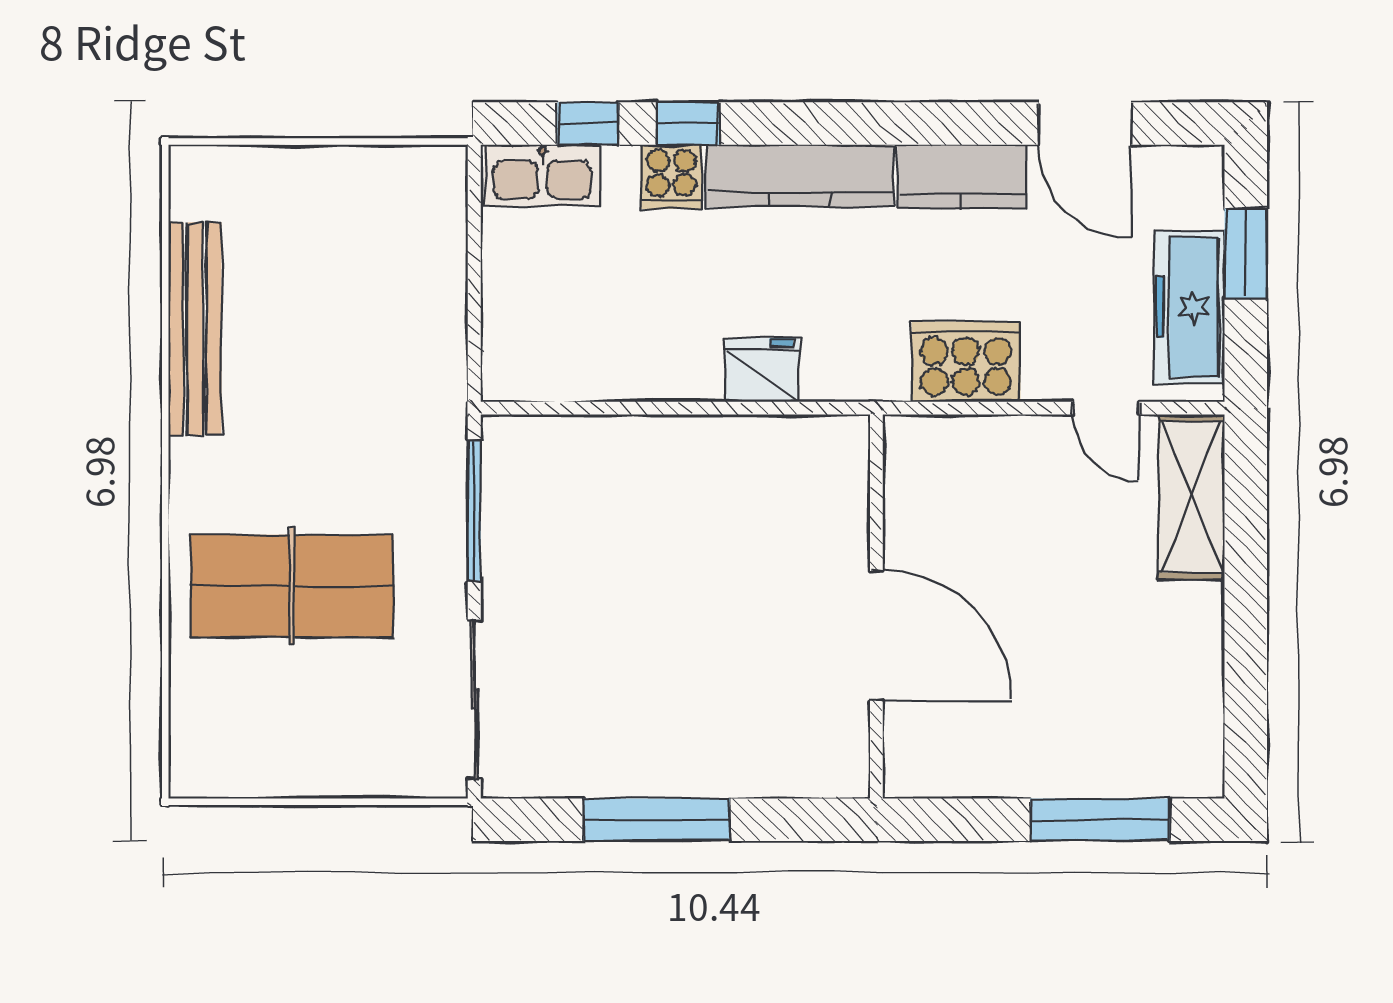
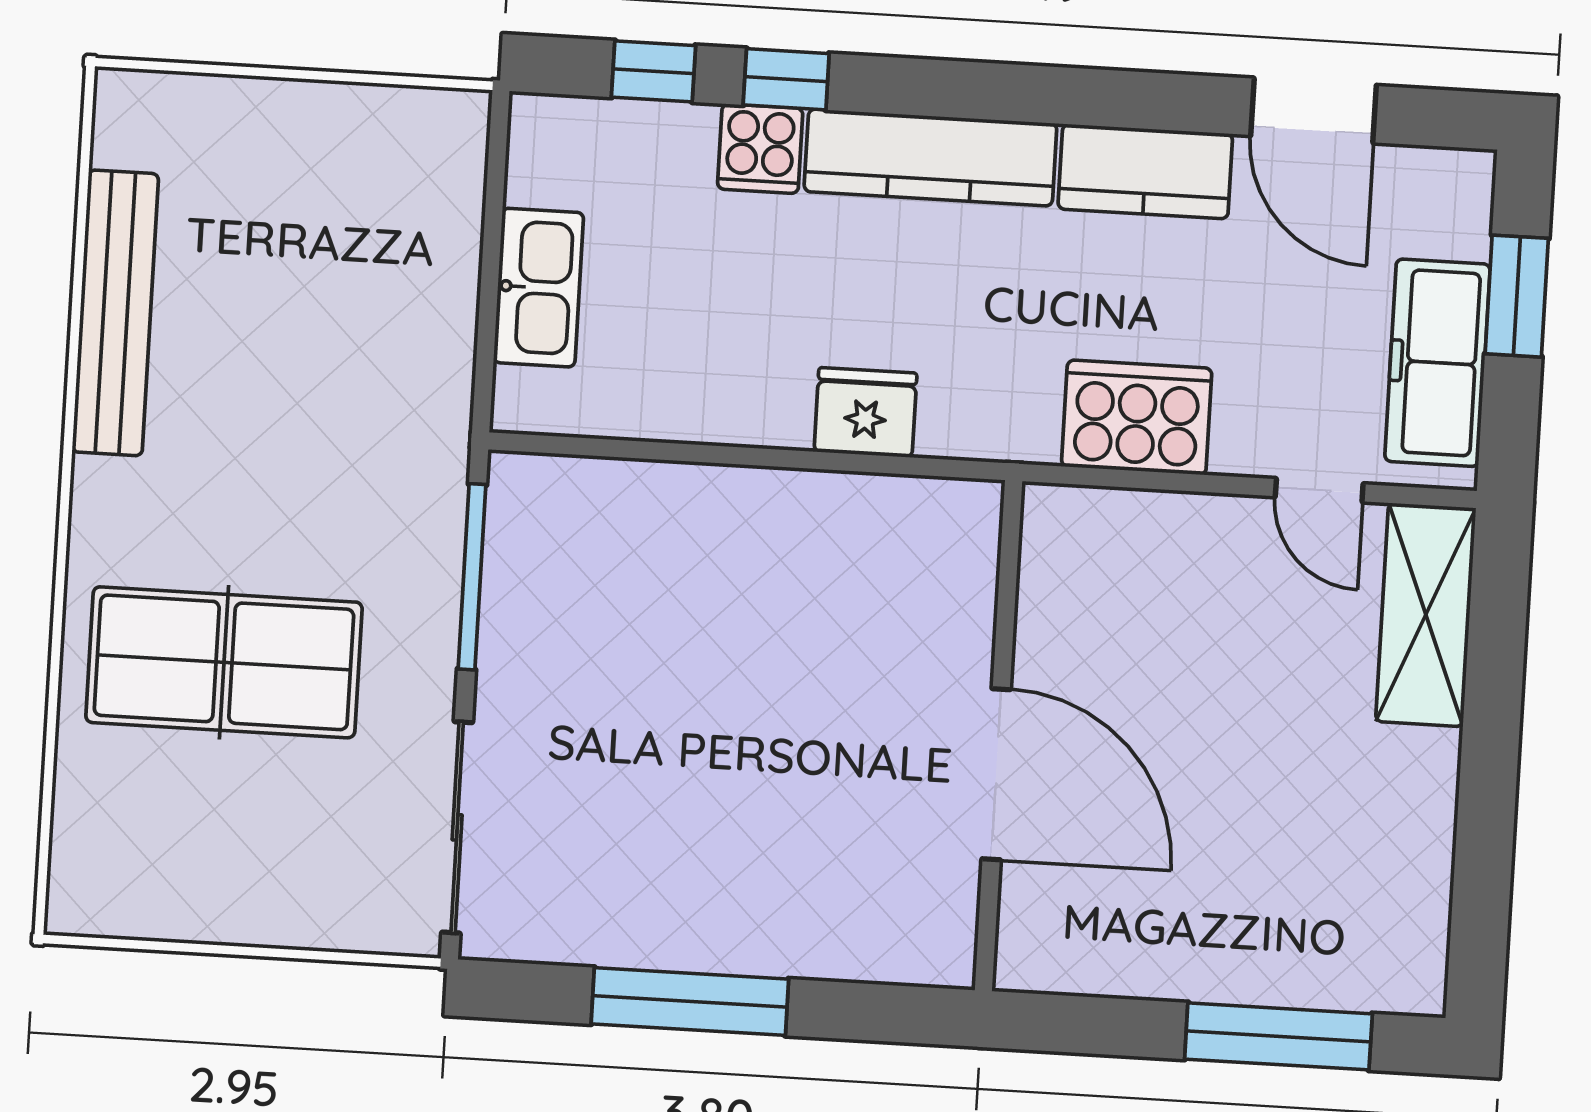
kitchen sink: (542, 175) -> (539, 288), moved, turned -90

